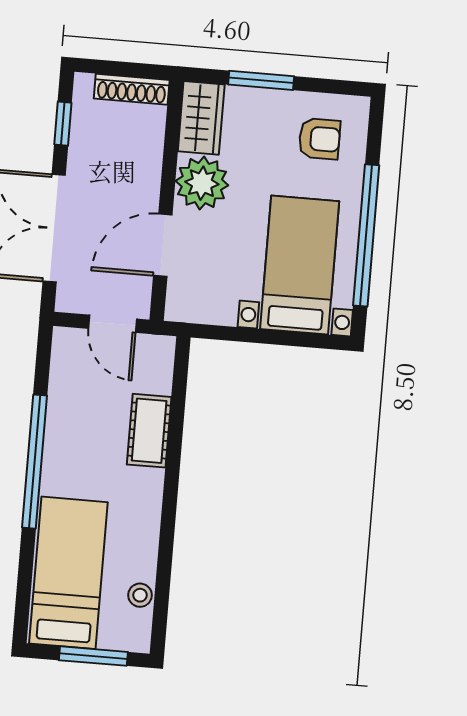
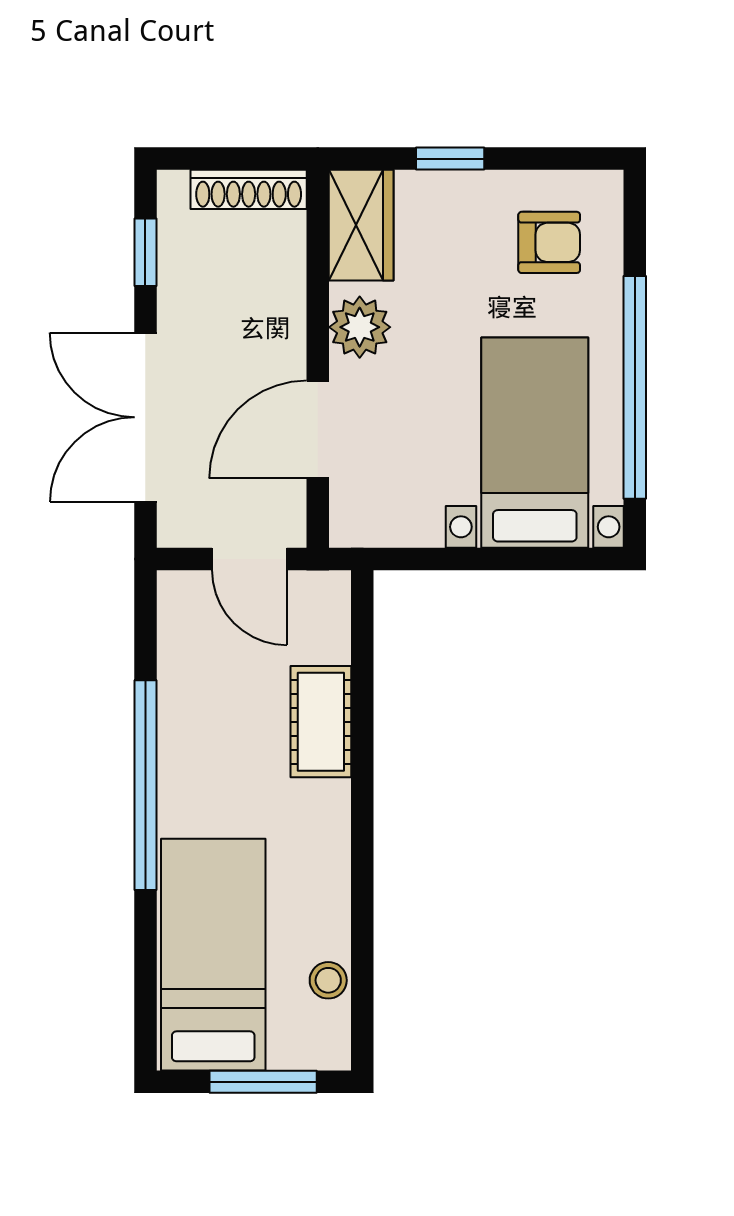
window: (261, 80) -> (450, 159), width x0.67
plant: (202, 183) -> (360, 327), width x0.73, depth x0.73

